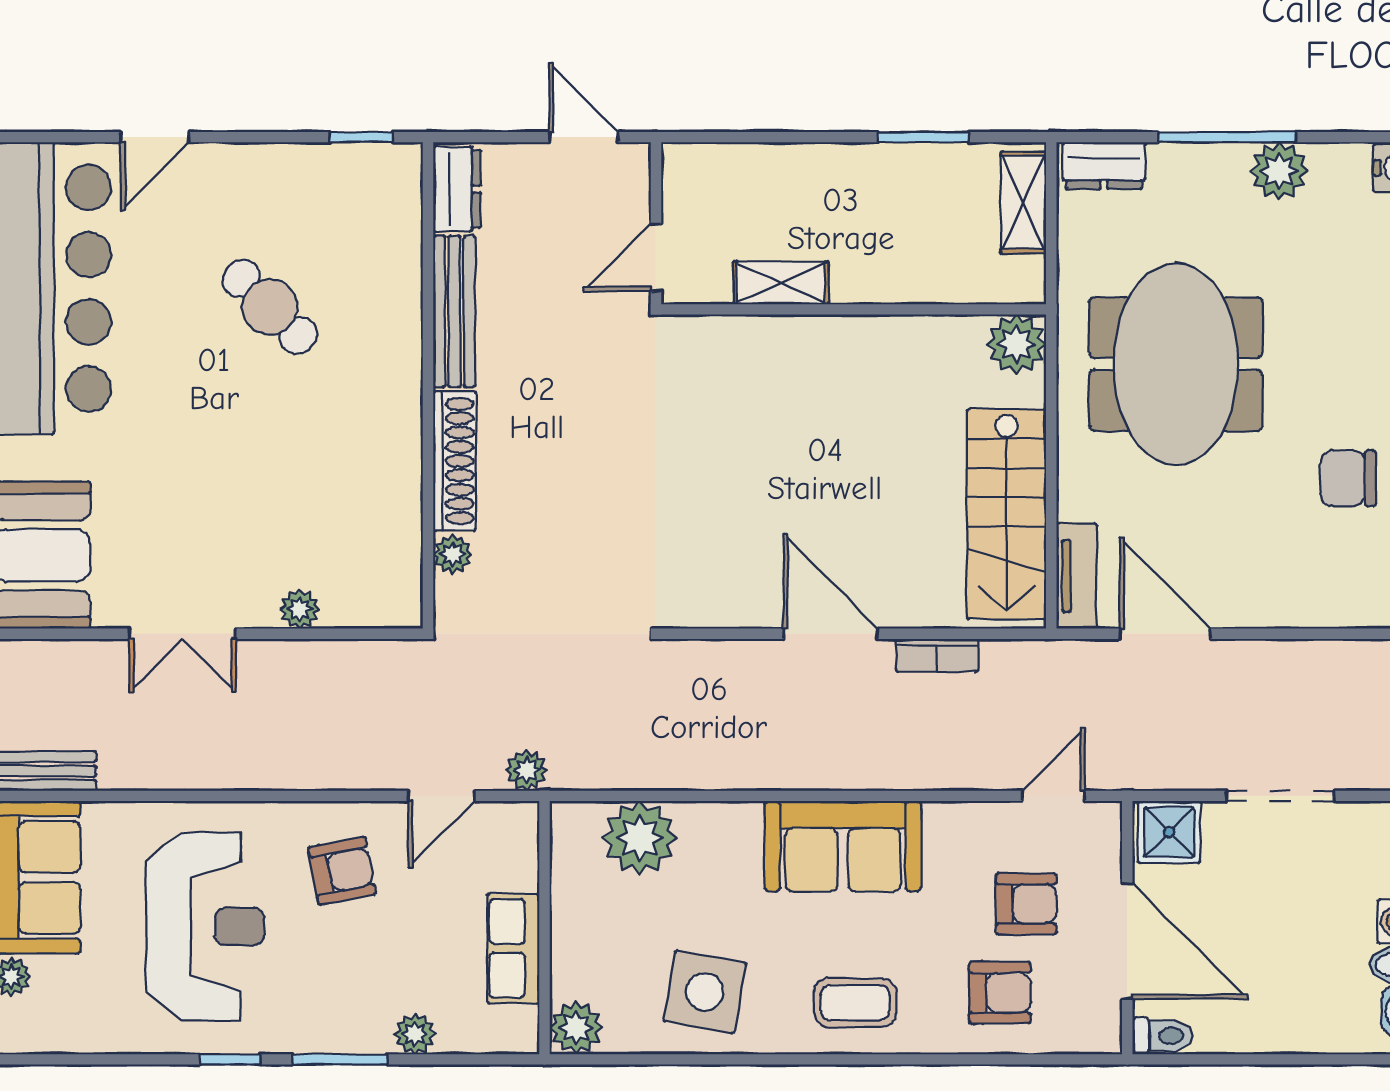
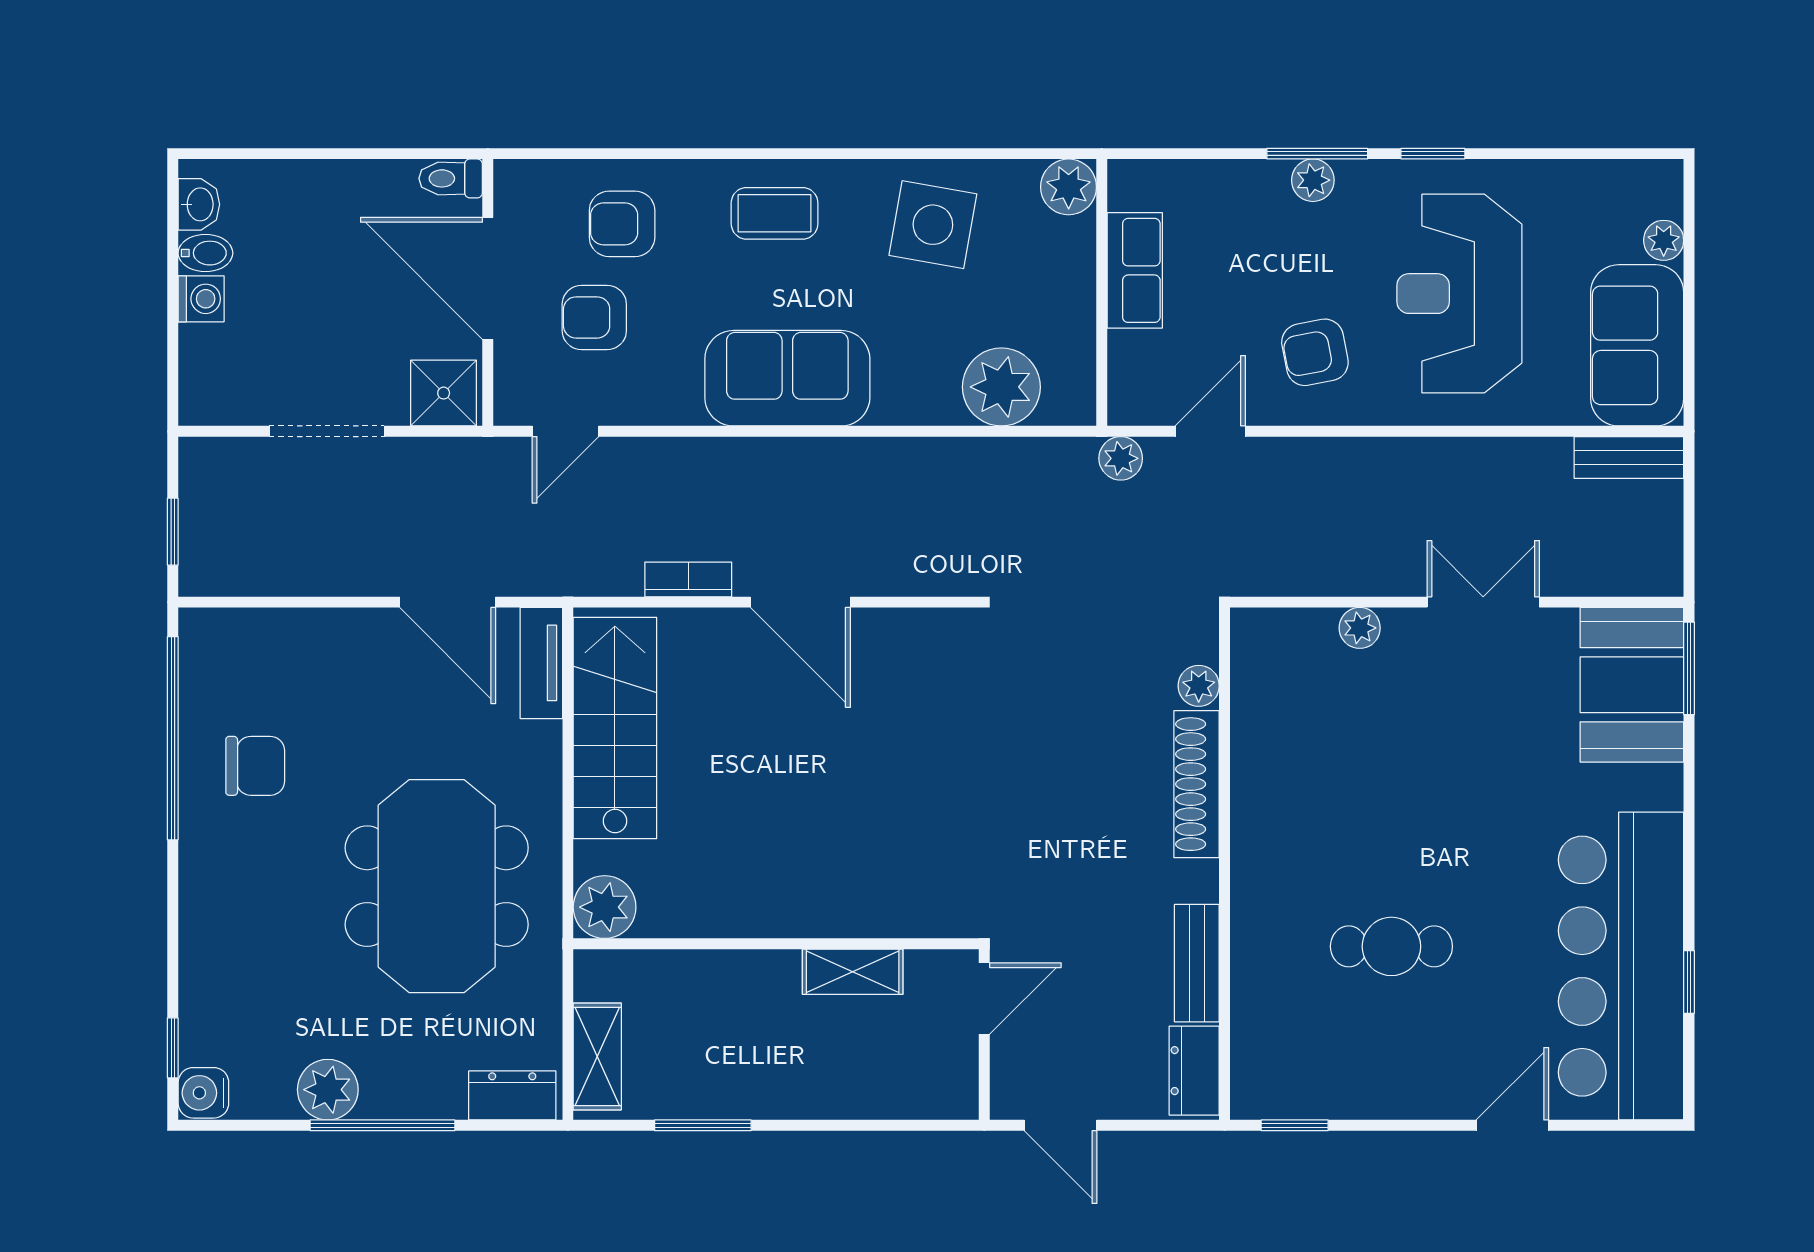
cafe table: (270, 307) -> (1391, 946), turned -45
bench: (454, 311) -> (1197, 963), width x0.73
plant: (415, 1034) -> (1313, 180), moved

